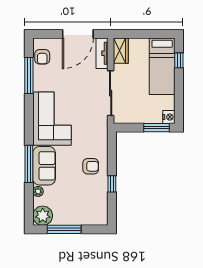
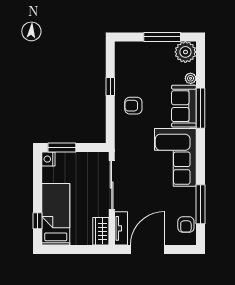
armchair: (42, 57) -> (186, 225), turned 180

